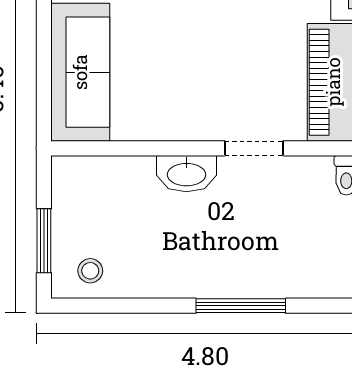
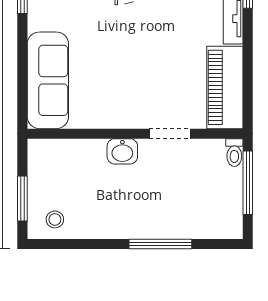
washbasin: (186, 174) -> (122, 151), width x0.72

